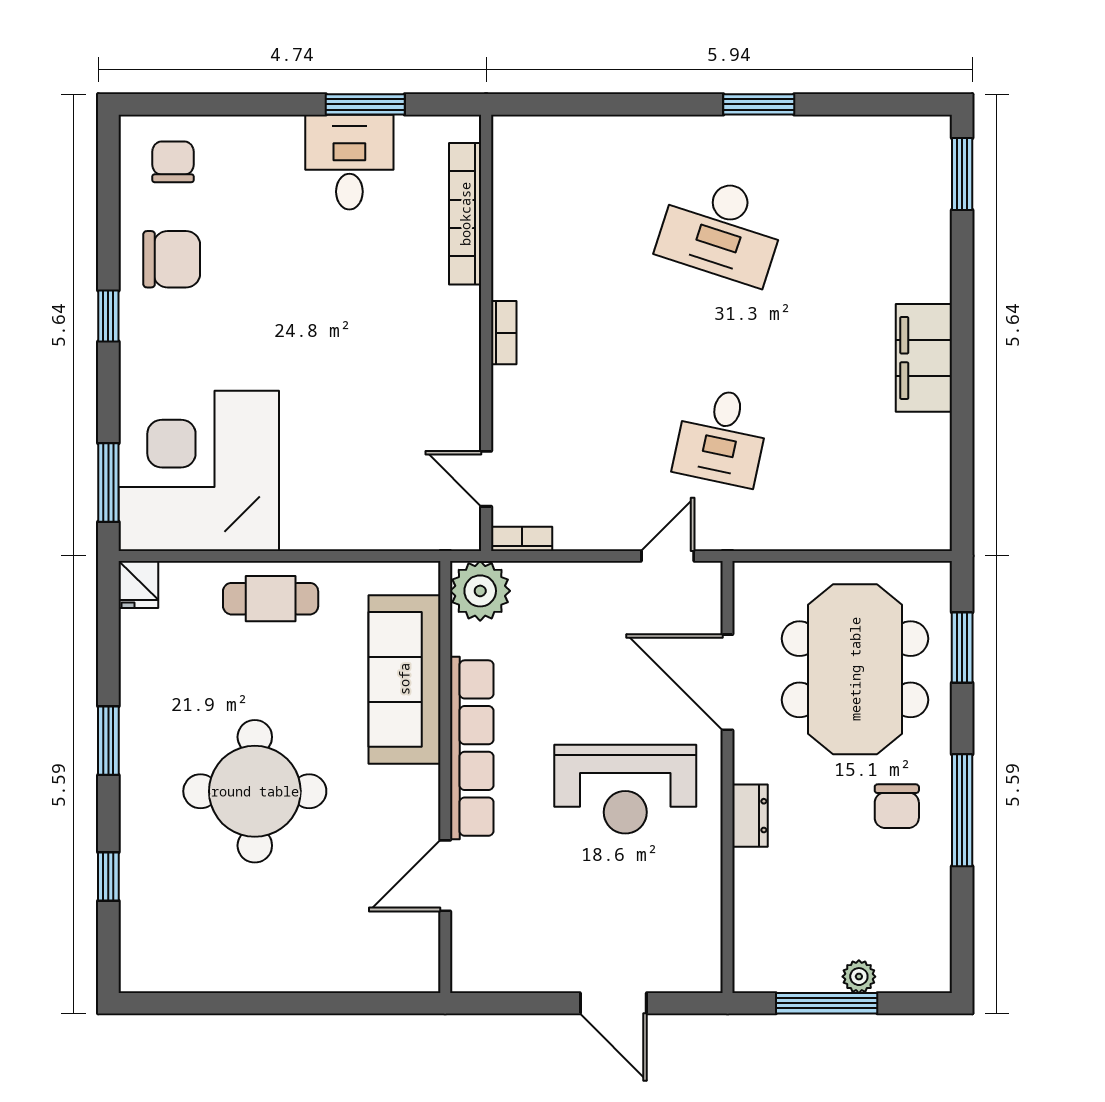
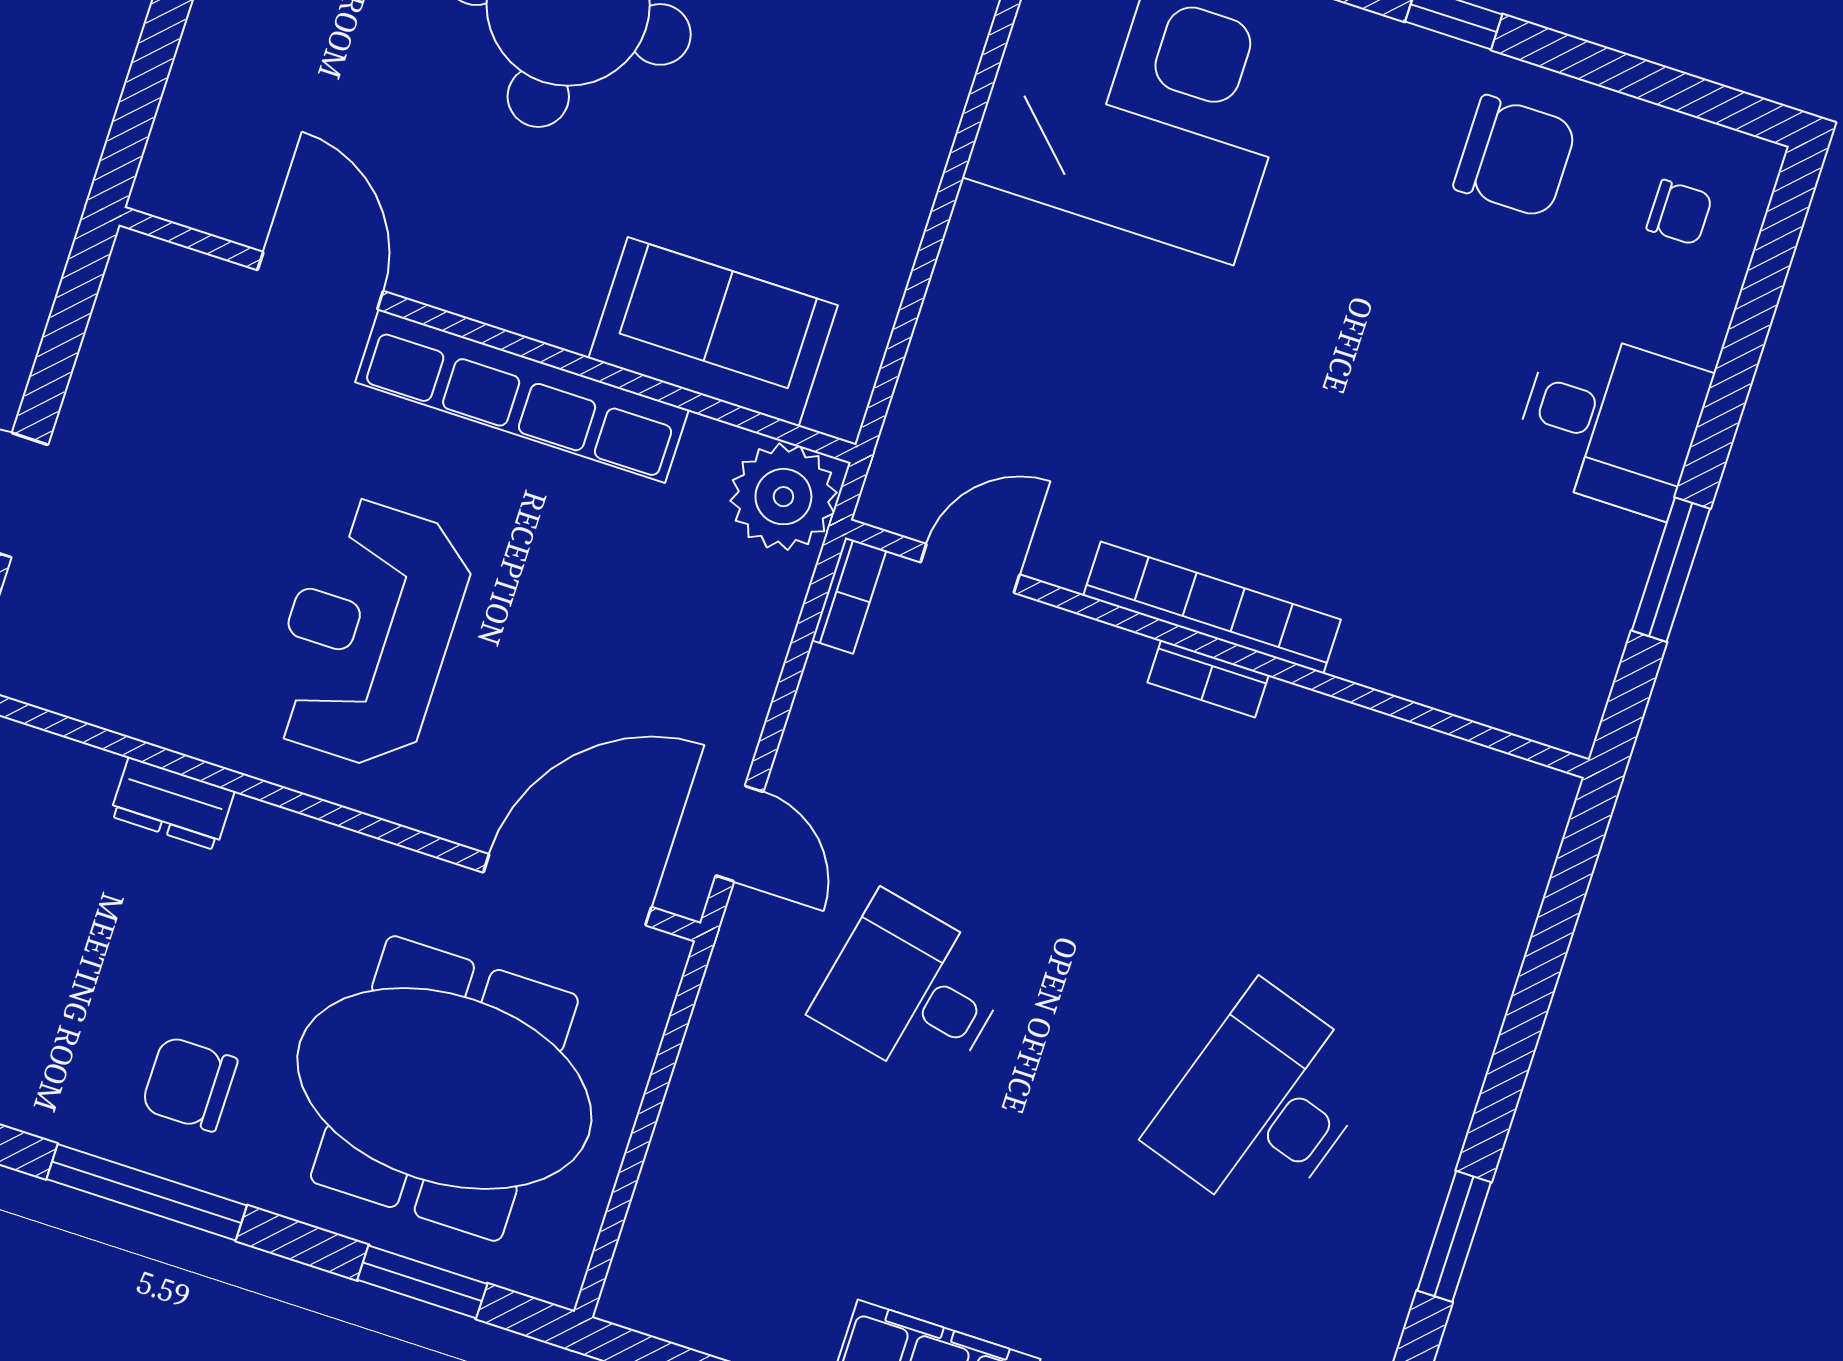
chair: (173, 162) -> (1679, 212), width x0.73, depth x0.73
desk: (349, 162) -> (1611, 422), moved
bookcase: (465, 214) -> (1212, 608), moved
chair: (172, 259) -> (1515, 157), turned -90
cafe table: (271, 599) -> (886, 137), removed
sofa: (404, 679) -> (713, 332), width x0.73
door: (728, 682) -> (567, 890), moved
dresser: (750, 816) -> (172, 804), moved

